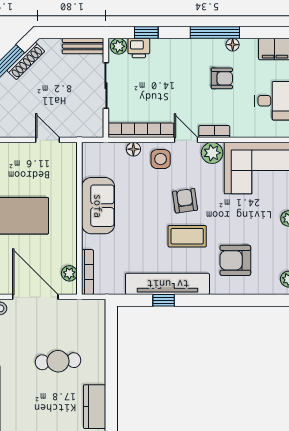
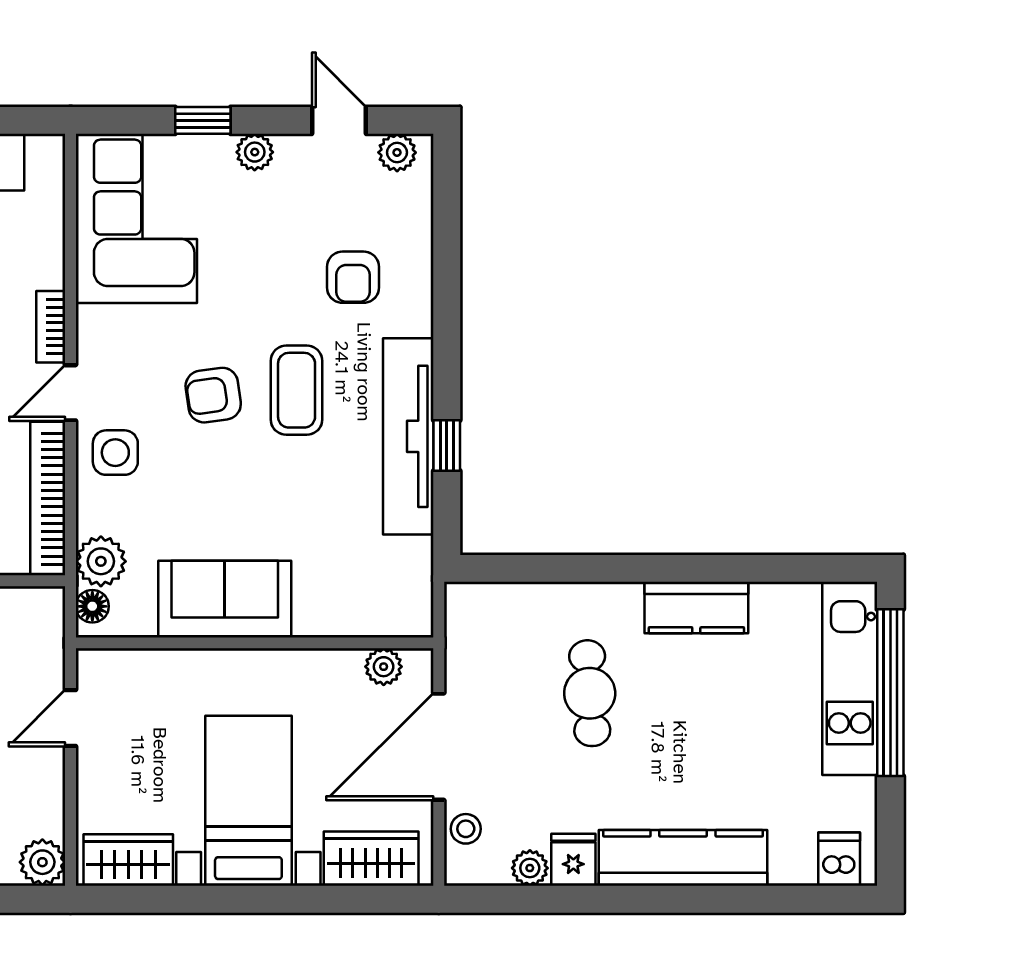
floor lamp: (133, 149) -> (92, 606), moved
plant: (212, 153) -> (101, 561), moved
armchair: (235, 260) -> (353, 277), width x0.72, depth x0.72
bookcase: (88, 272) -> (380, 624), removed

